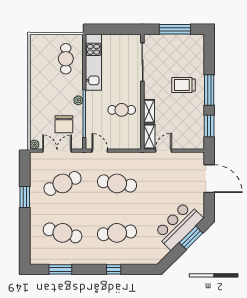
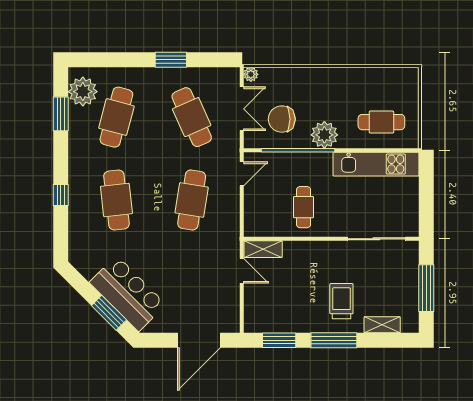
plant: (78, 100) -> (324, 135), width x1.88, depth x1.88
shelving: (149, 111) -> (382, 325), moved
plant: (46, 255) -> (83, 92), added

